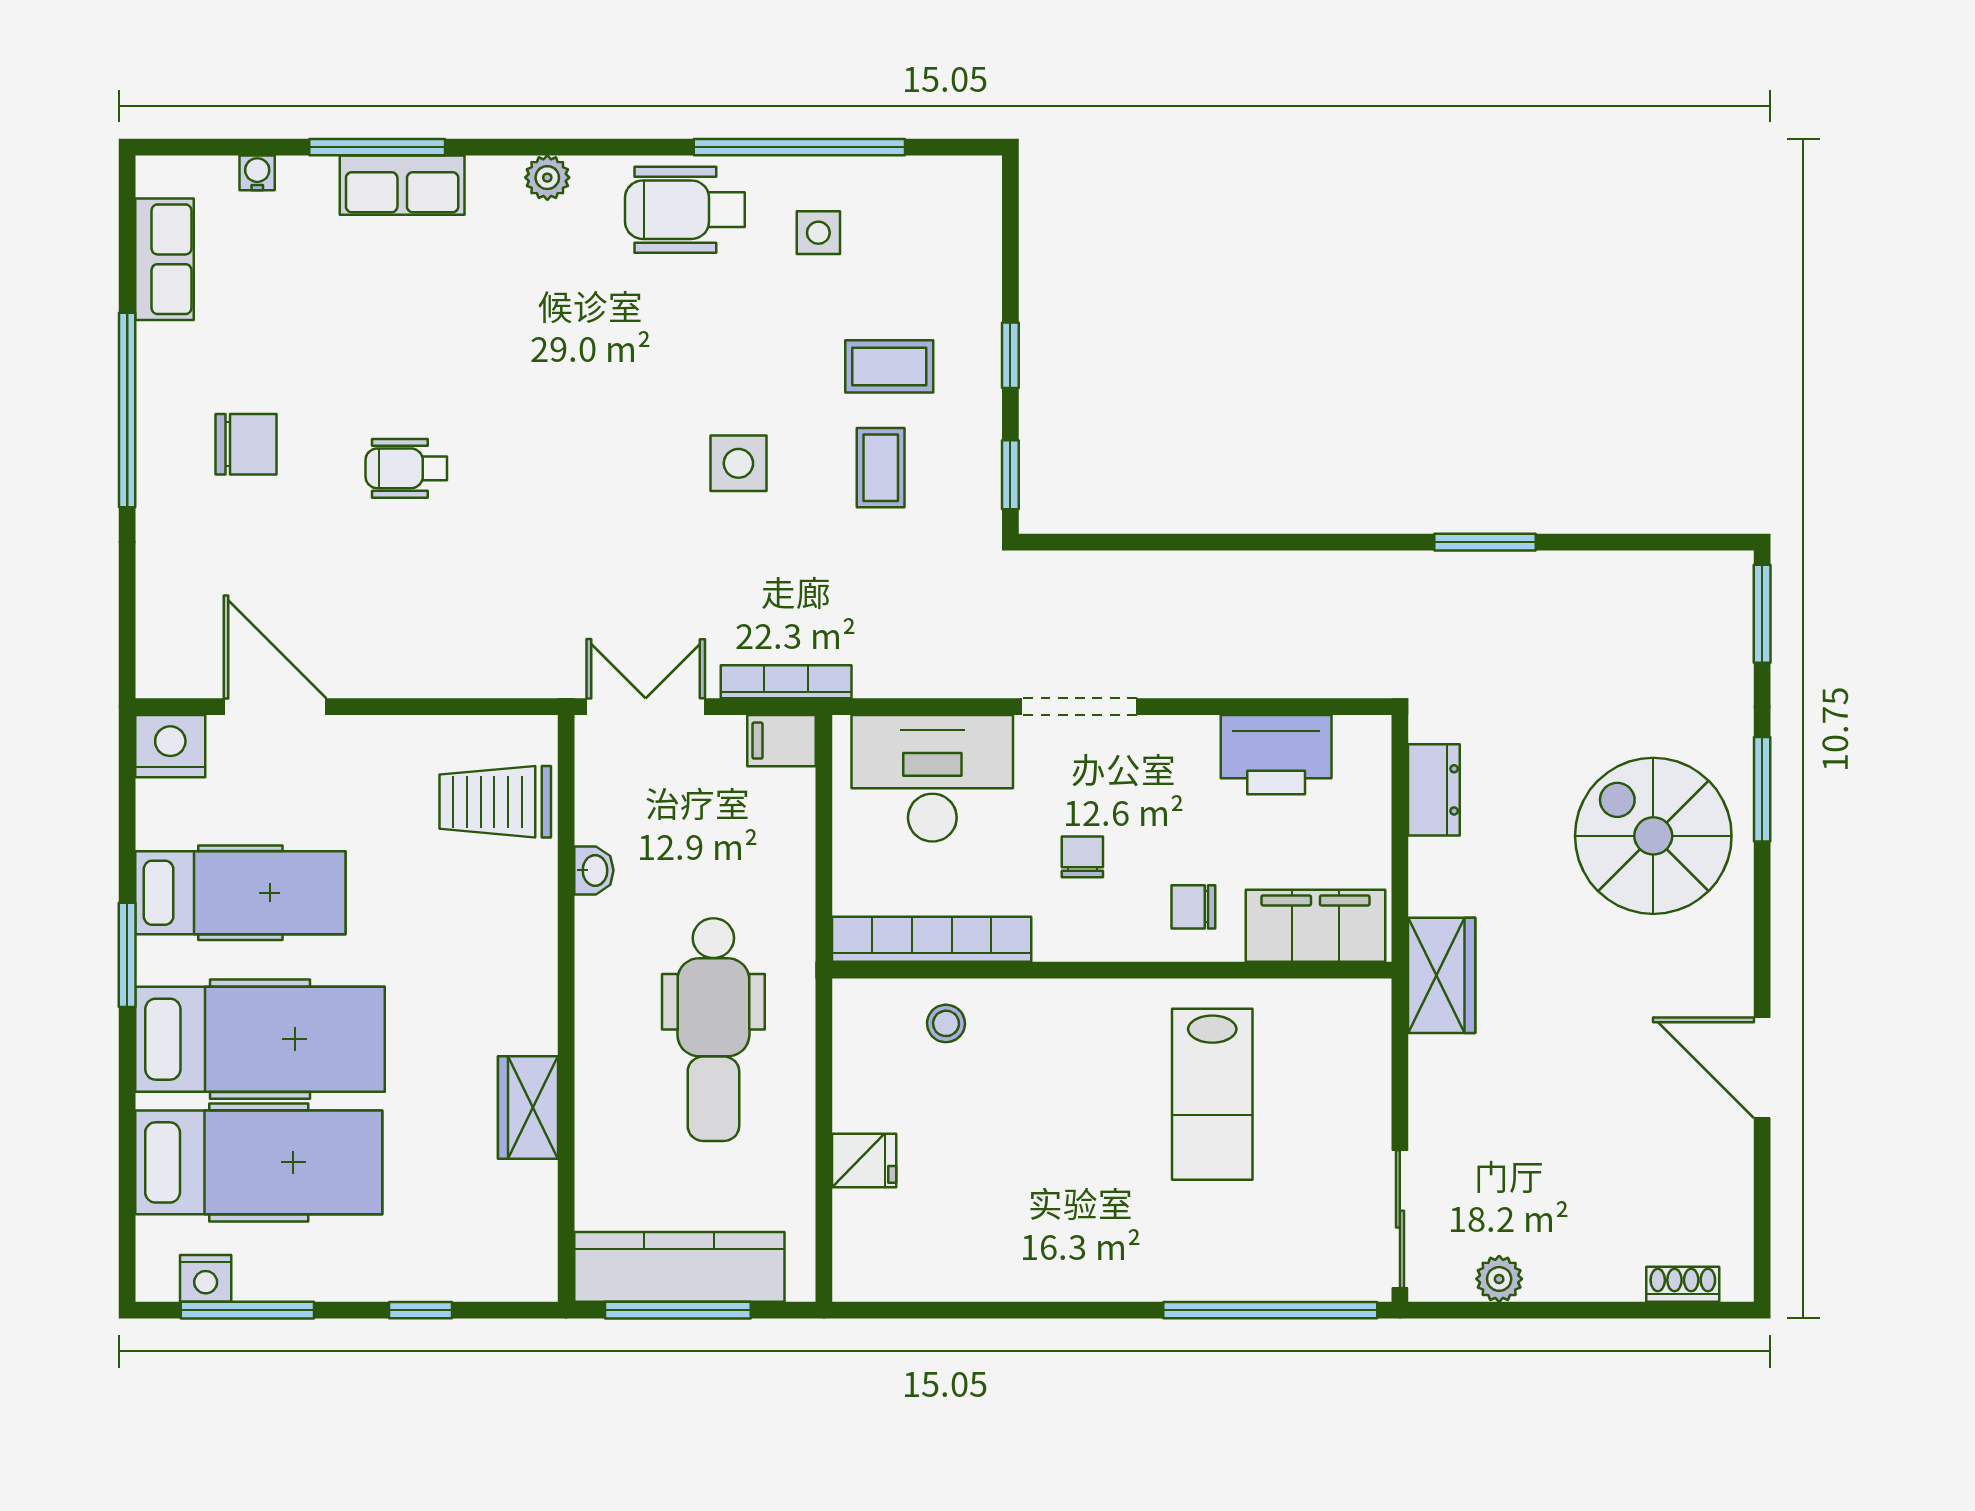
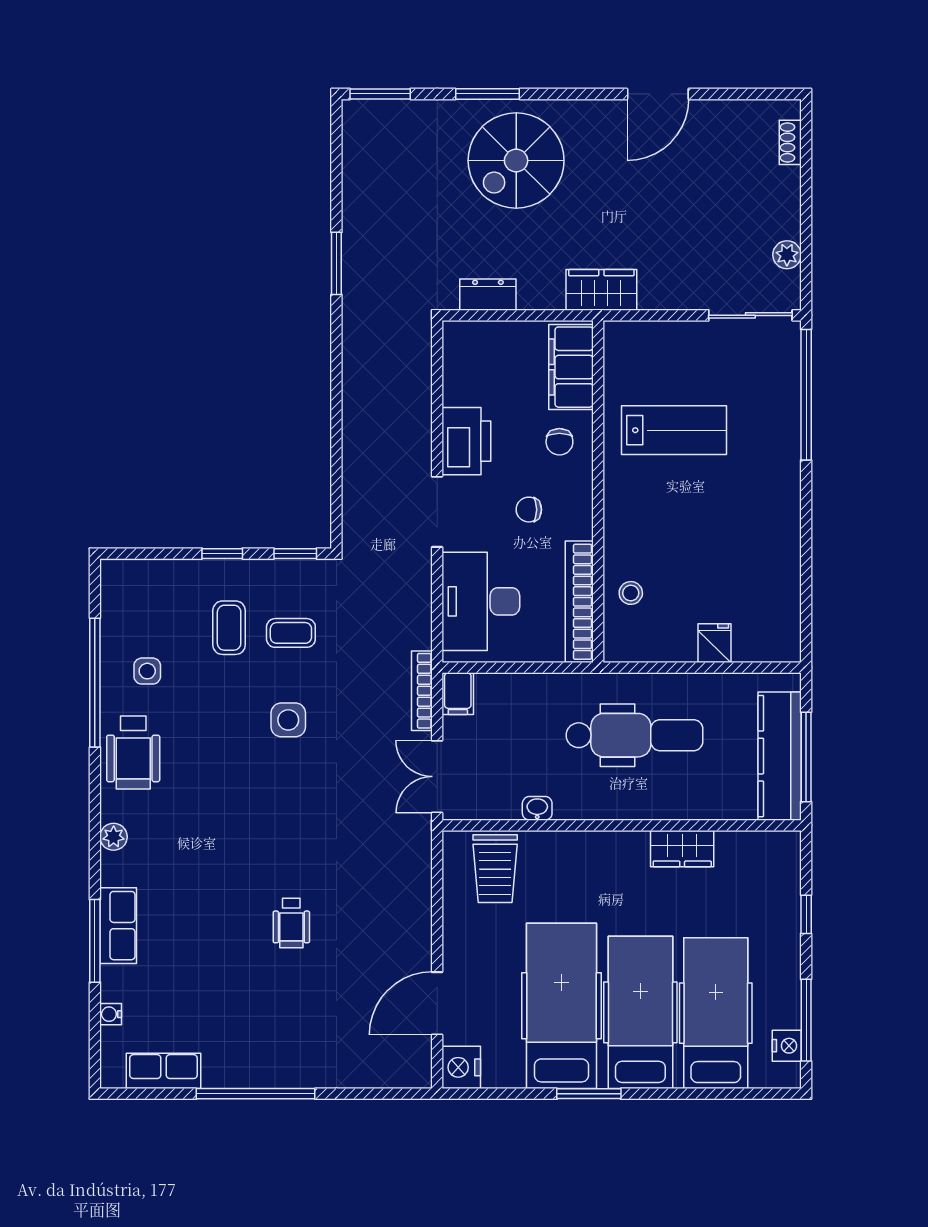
chair: (246, 444) -> (277, 1021), removed
printer: (1276, 755) -> (466, 441), moved
hospital bed: (240, 893) -> (562, 1006), width x1.37, depth x1.29

